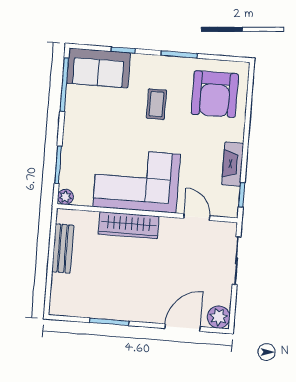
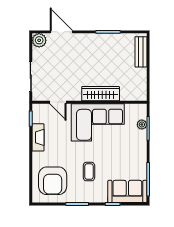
armchair: (215, 94) -> (53, 181), turned 180
plant: (65, 197) -> (142, 125), moved
bench: (63, 248) -> (141, 52), moved
door: (183, 328) -> (61, 32), swing flipped

